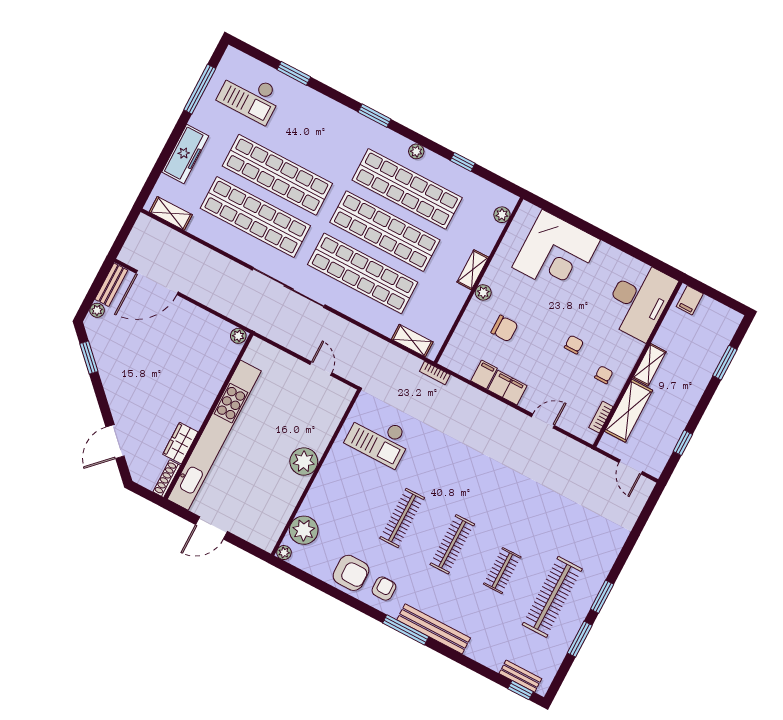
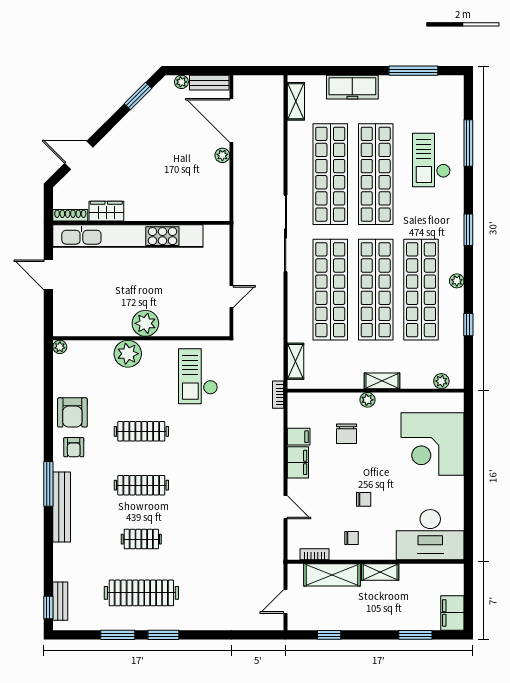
window: (294, 73) -> (468, 143), width x1.44
checkout: (250, 96) -> (431, 160), moved
filing cabinet: (690, 300) -> (452, 613), moved, width x2.00
plant: (238, 336) -> (222, 155), moved
plant: (304, 530) -> (128, 354), moved
armchair: (384, 589) -> (74, 447), turned 90

